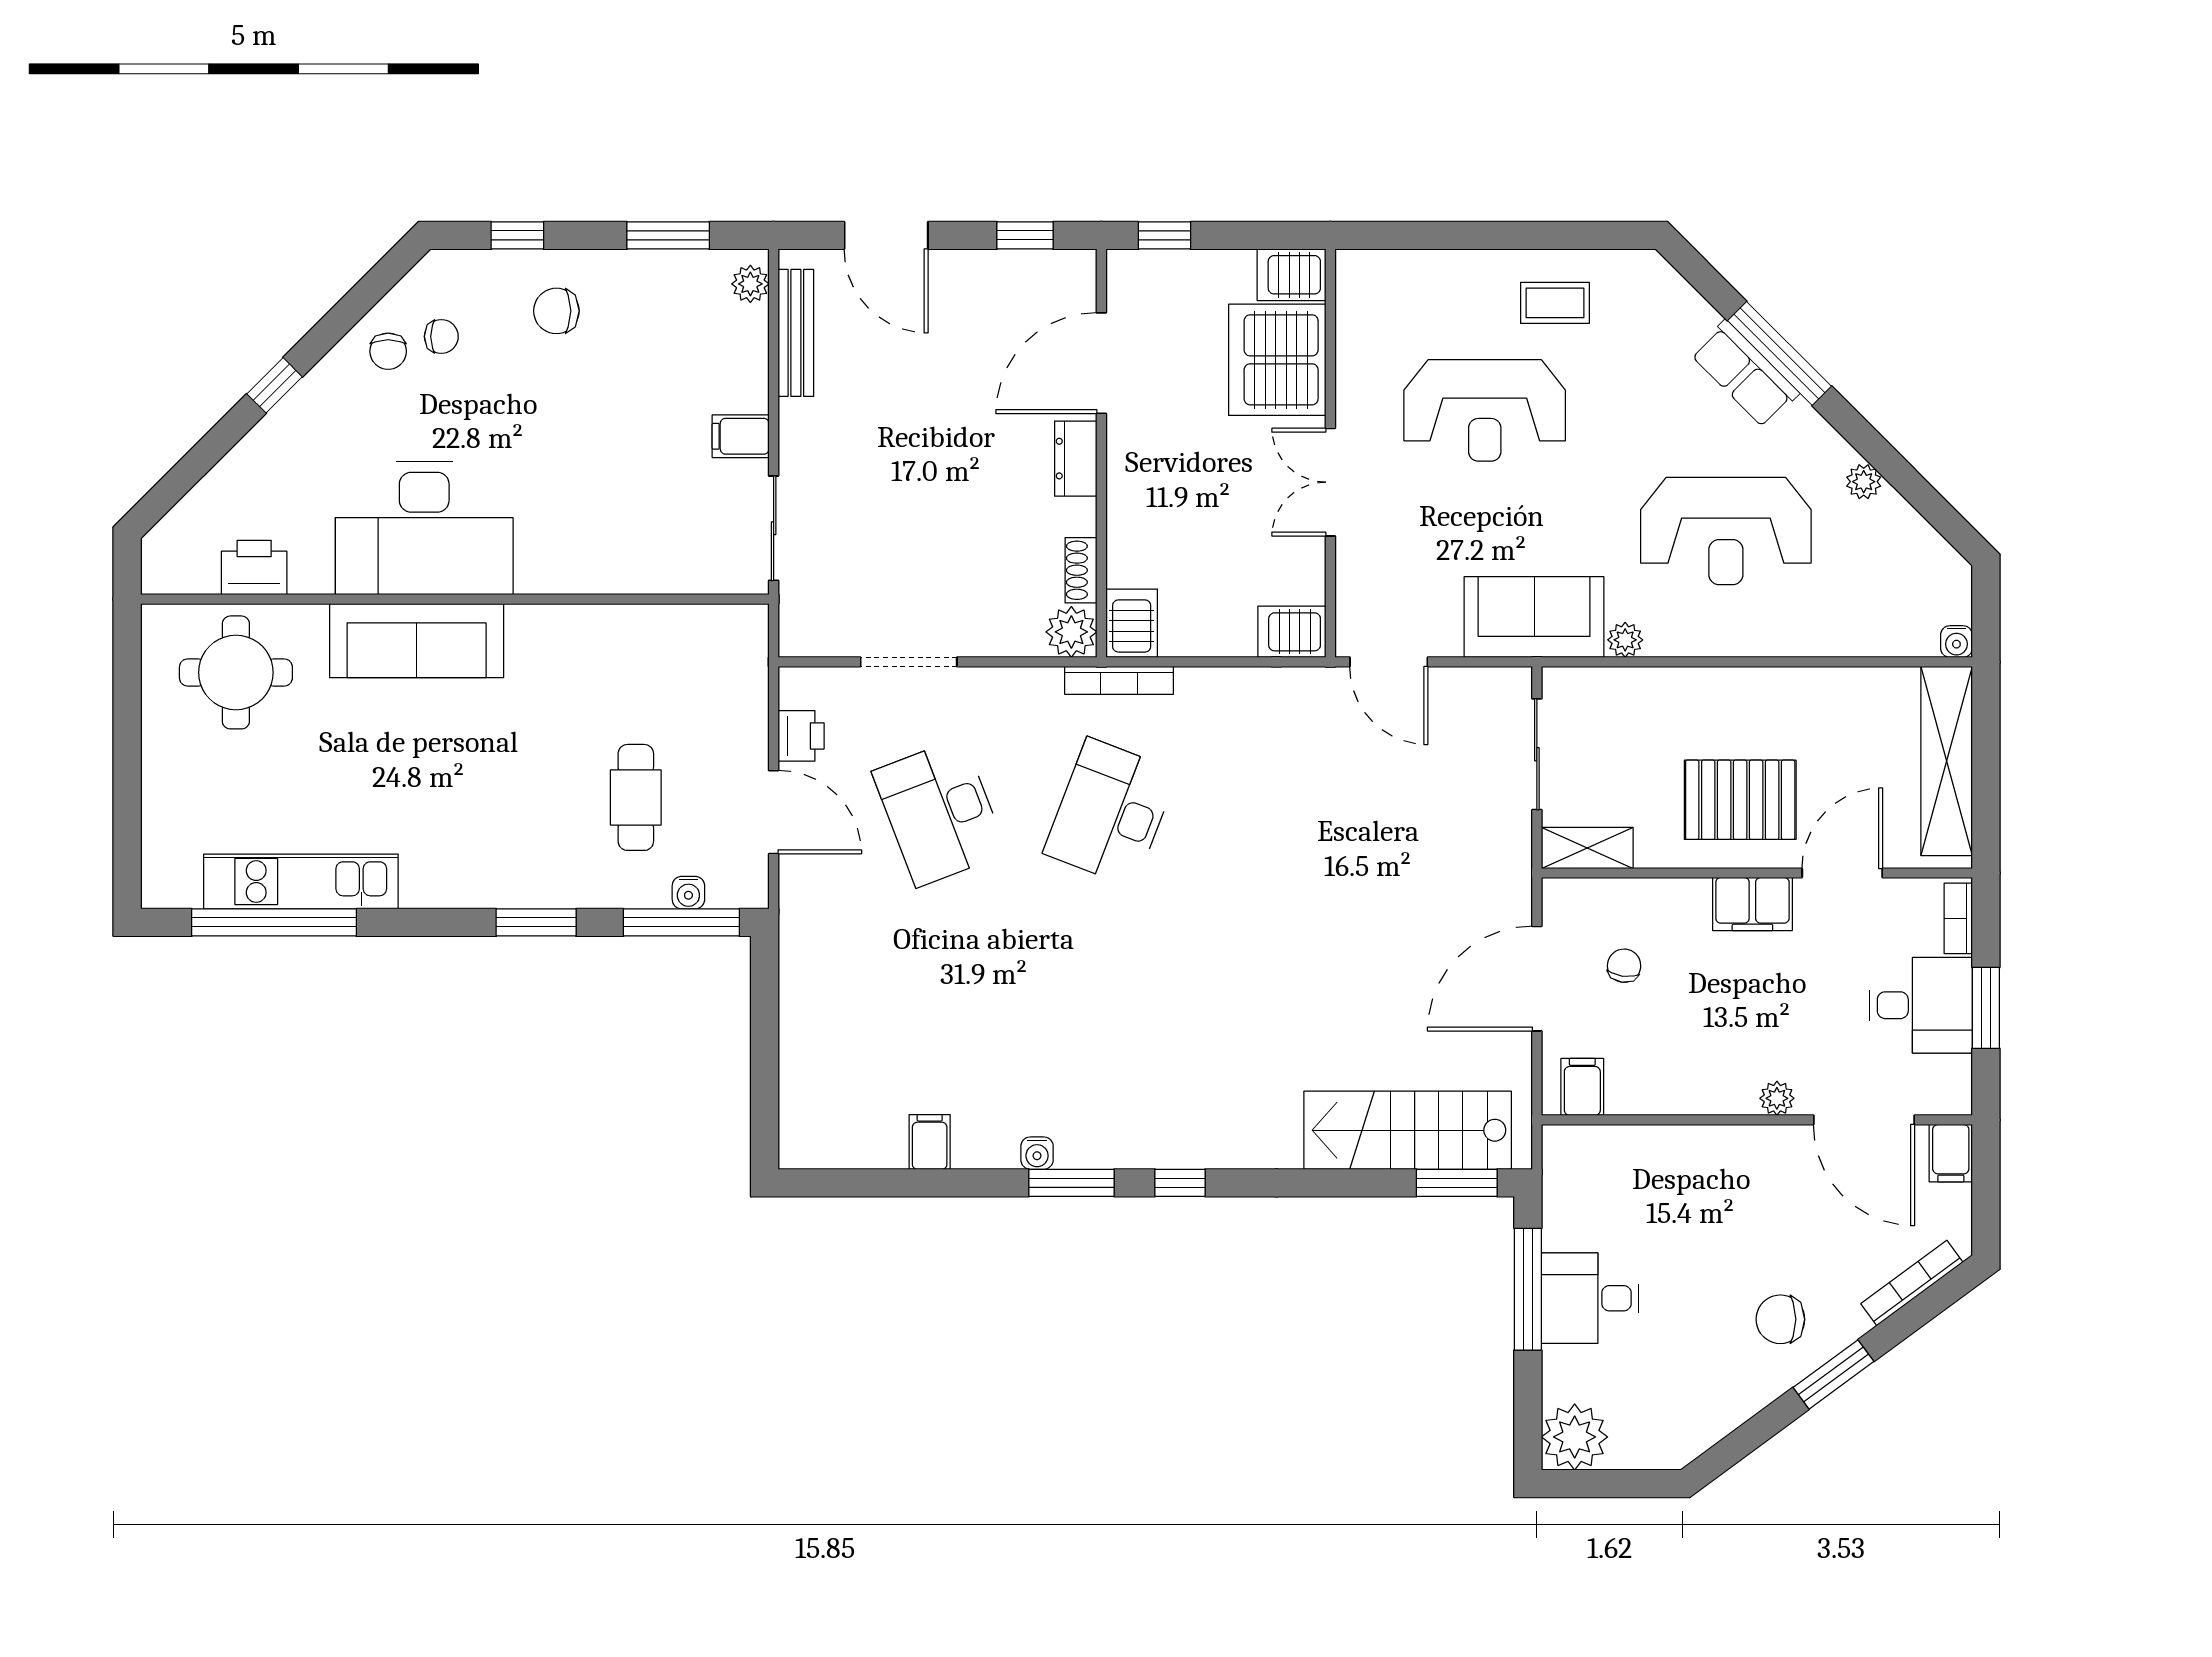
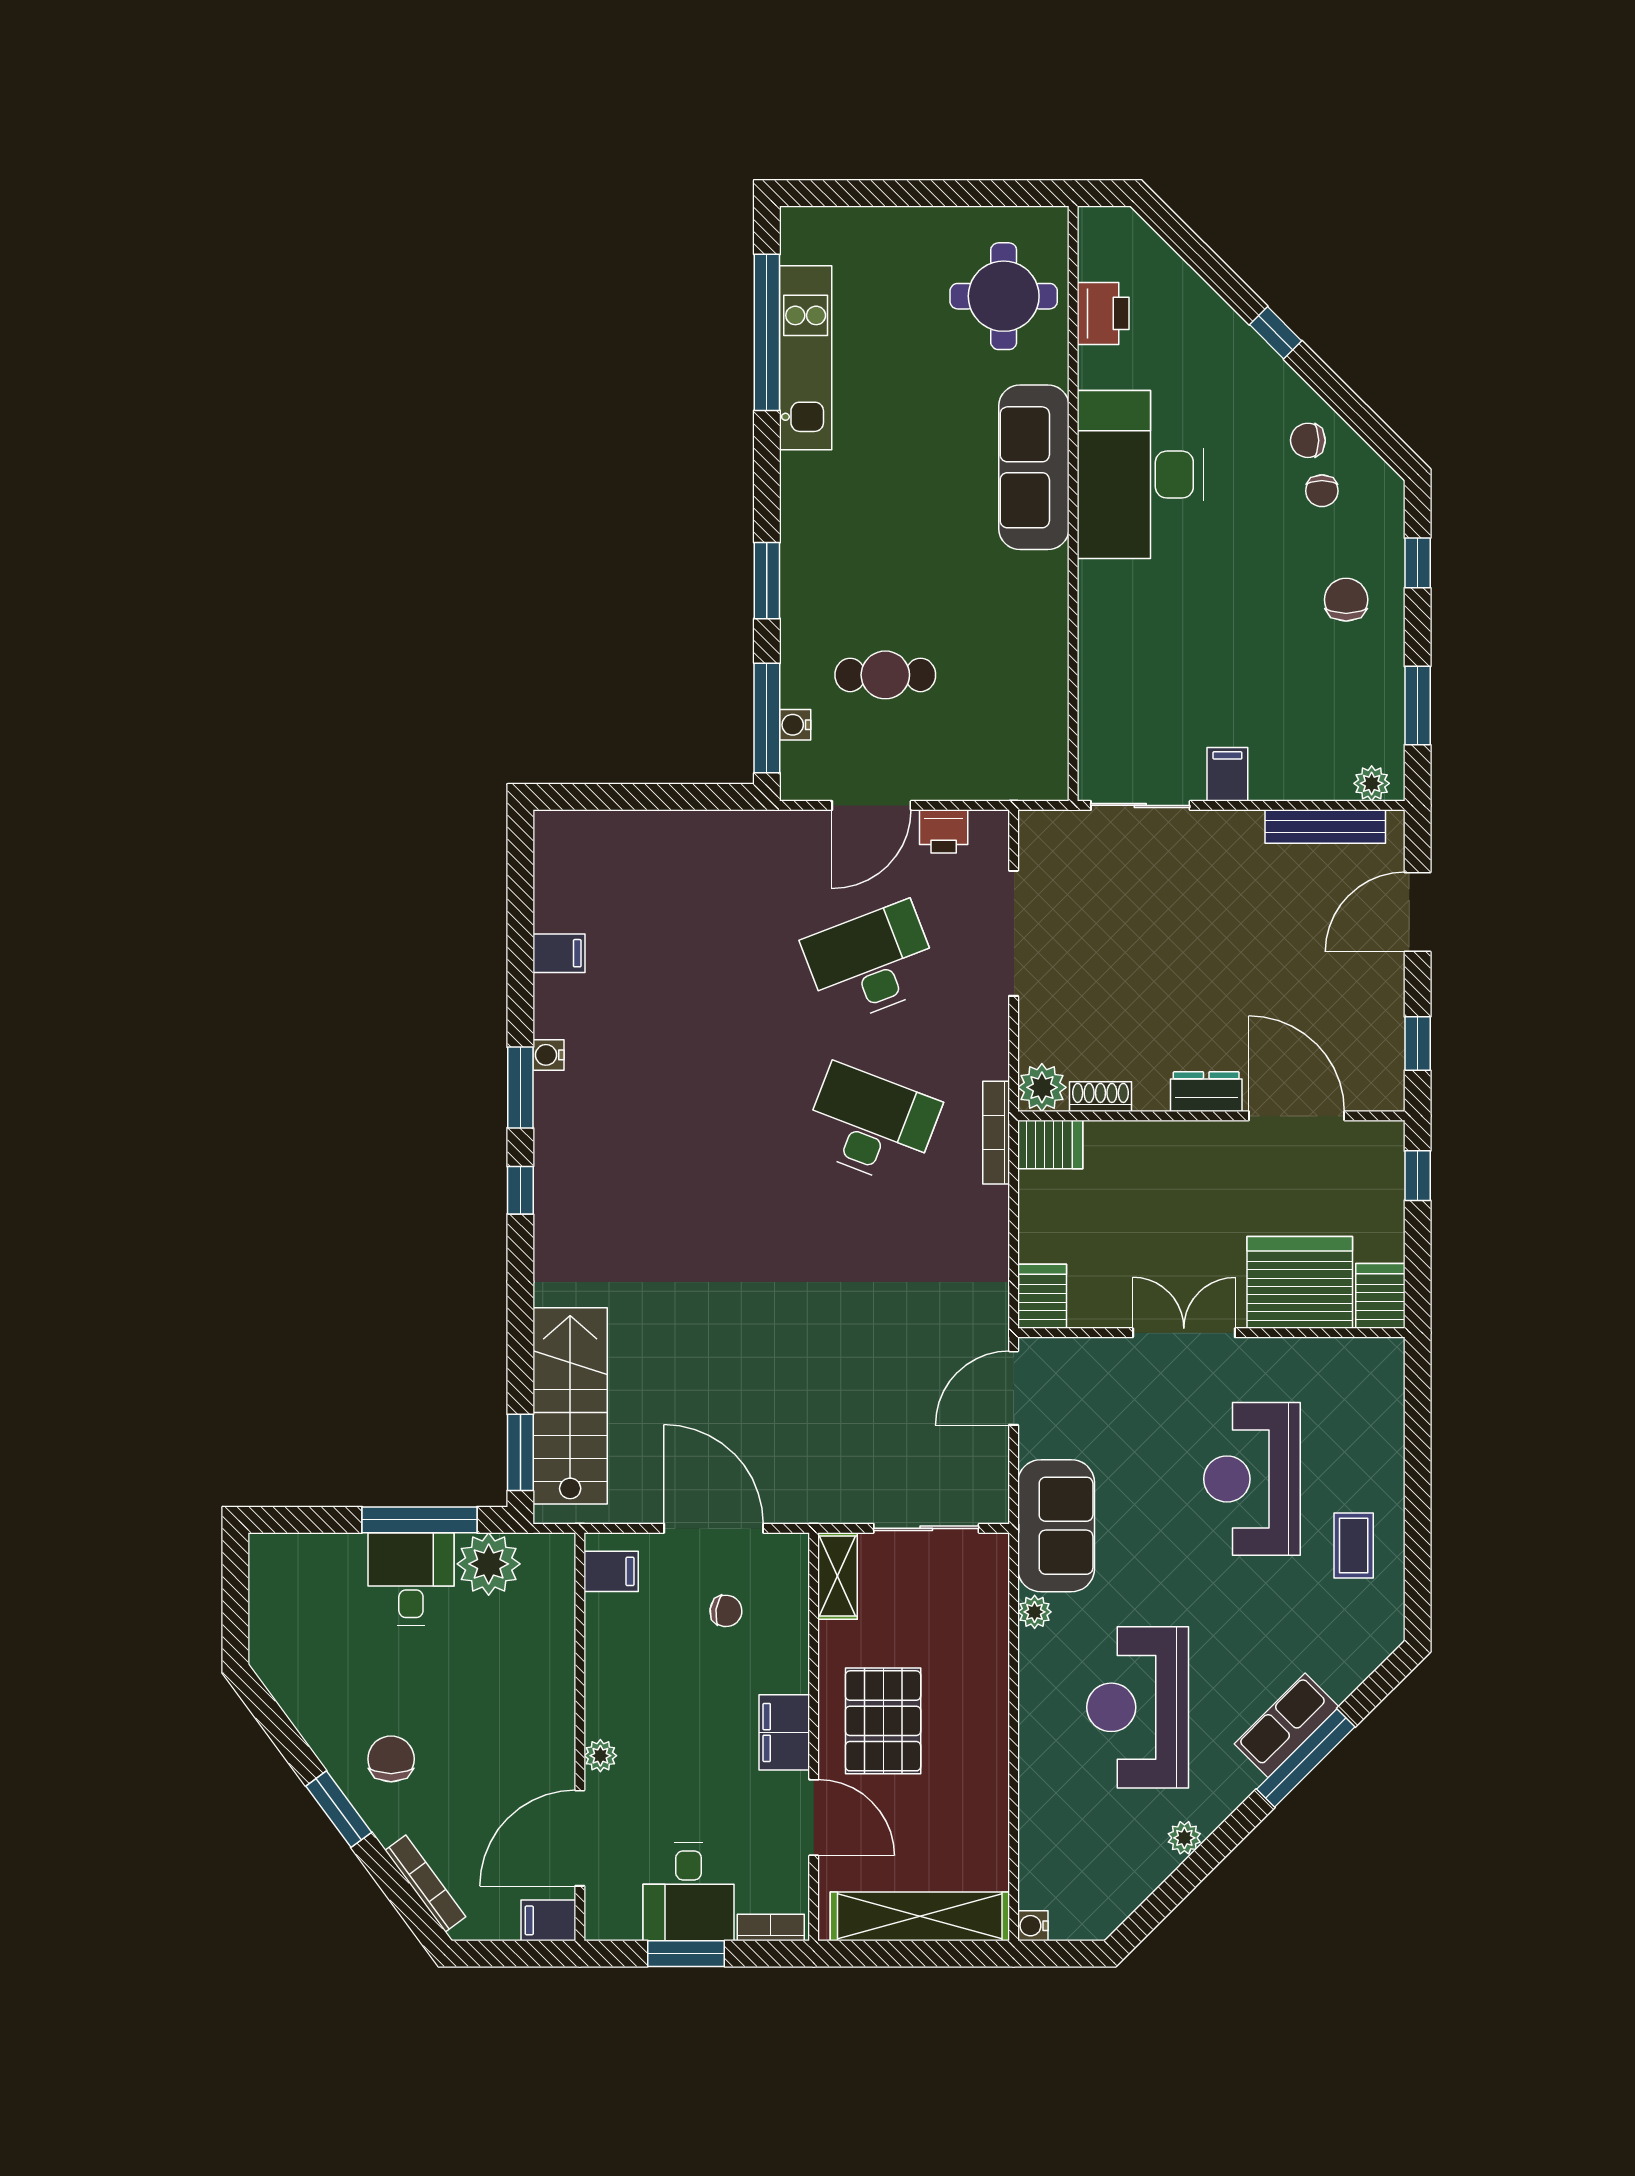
doorway: (909, 662) -> (1014, 933), width x1.36
plant: (1575, 1437) -> (489, 1564), moved

